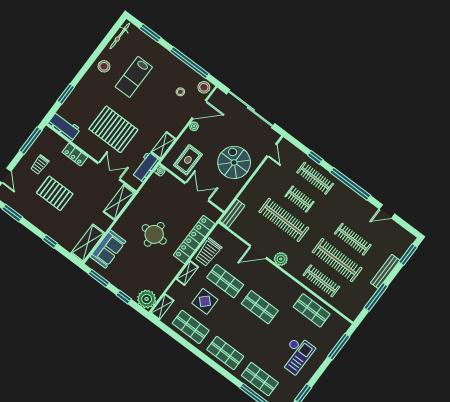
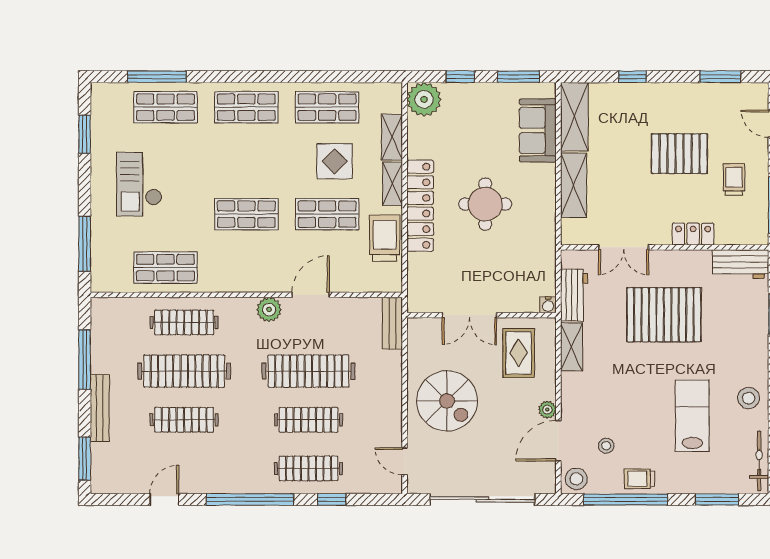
trolley: (177, 67) -> (639, 479), added
clothes rail: (299, 199) -> (309, 420), width x1.36
shelving: (119, 202) -> (574, 185), moved
locker: (194, 239) -> (420, 206), moved
shelving: (162, 307) -> (392, 137), moved

